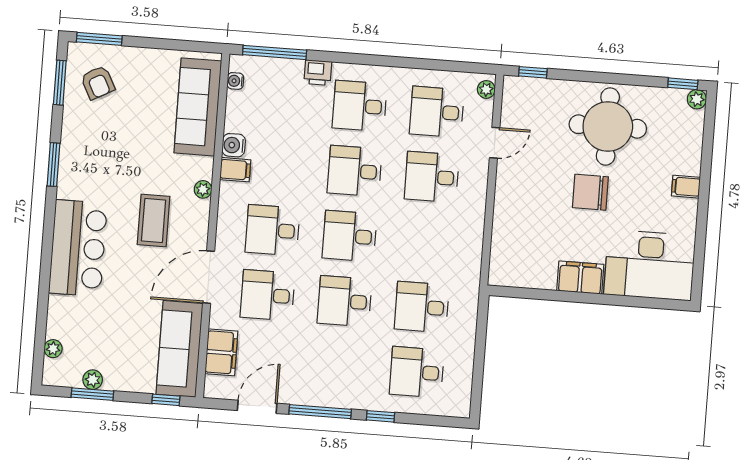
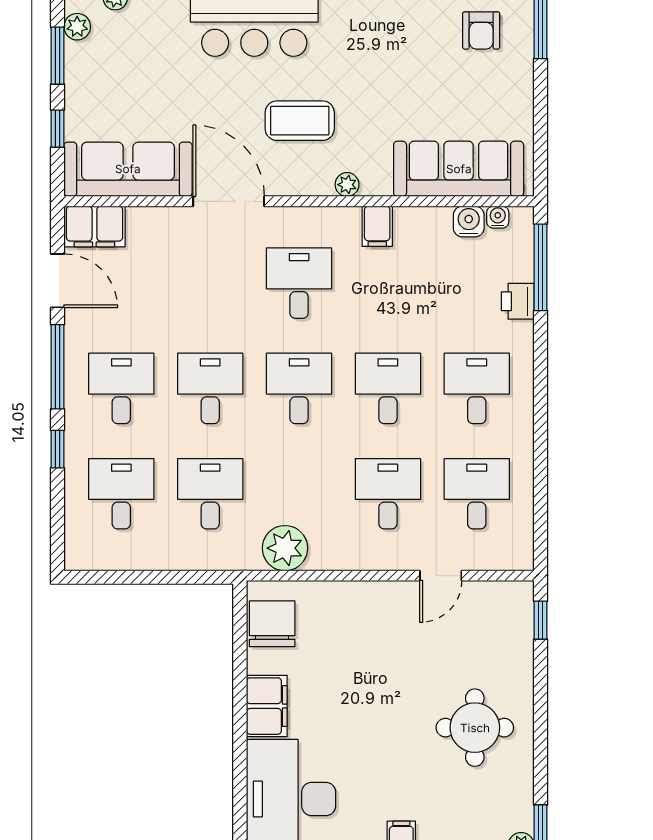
printer: (318, 72) -> (518, 301), moved
armchair: (98, 83) -> (481, 30), turned -62
plant: (486, 89) -> (285, 548), moved, width x1.88, depth x1.88
round table: (608, 126) -> (475, 728), width x0.73, depth x0.73
door: (495, 143) -> (441, 576), hinge flipped
water cooler: (234, 145) -> (469, 221), moved
chair: (590, 192) -> (272, 624), moved
desk: (267, 295) -> (121, 388), moved
filing cabinet: (221, 352) -> (94, 226), moved
plant: (93, 380) -> (77, 27), moved
window: (166, 400) -> (58, 129), moved

